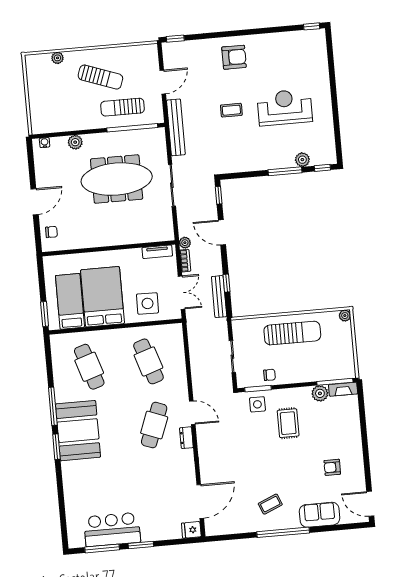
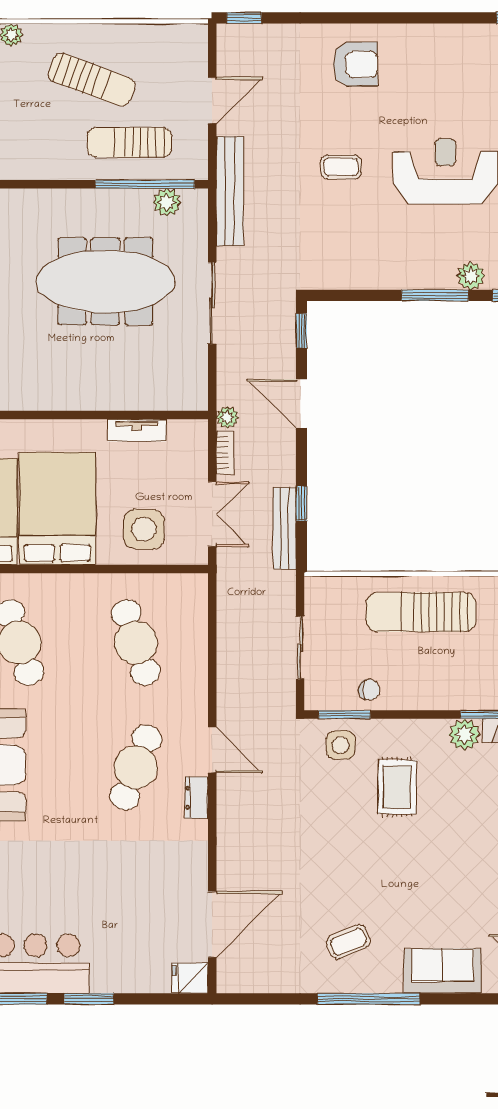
plant: (75, 142) -> (167, 202), moved
tv unit: (157, 252) -> (137, 430), moved
sun lounger: (292, 333) -> (421, 612), turned 180
armchair: (332, 467) -> (476, 881), removed

